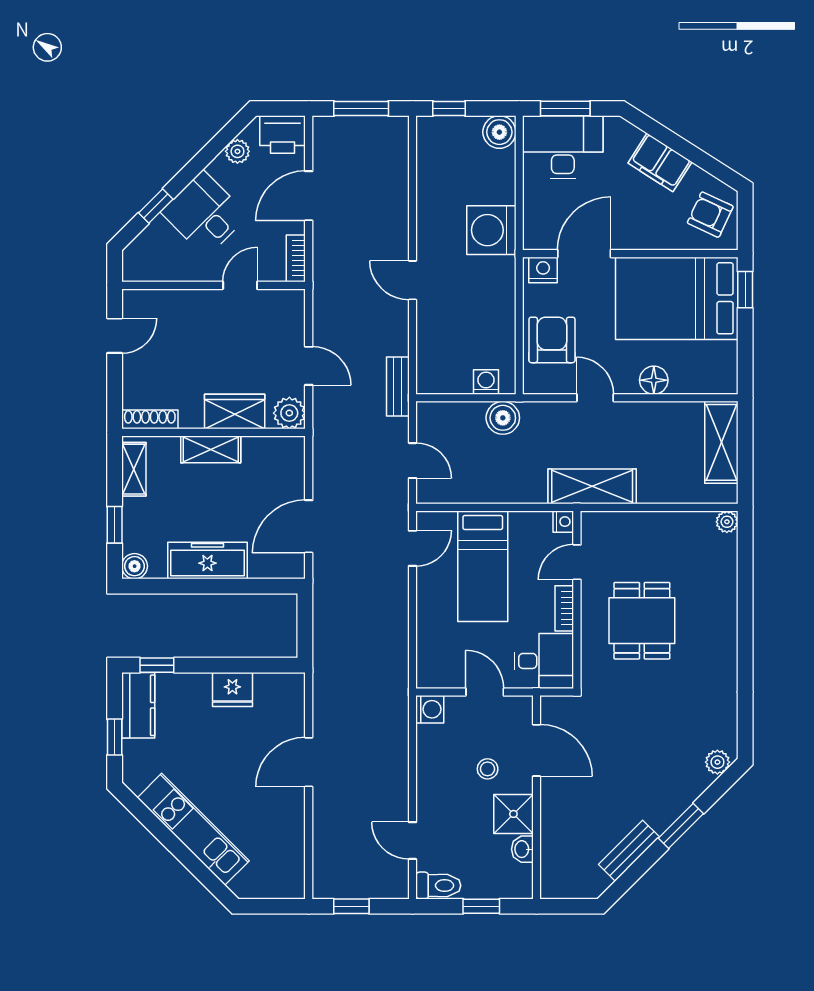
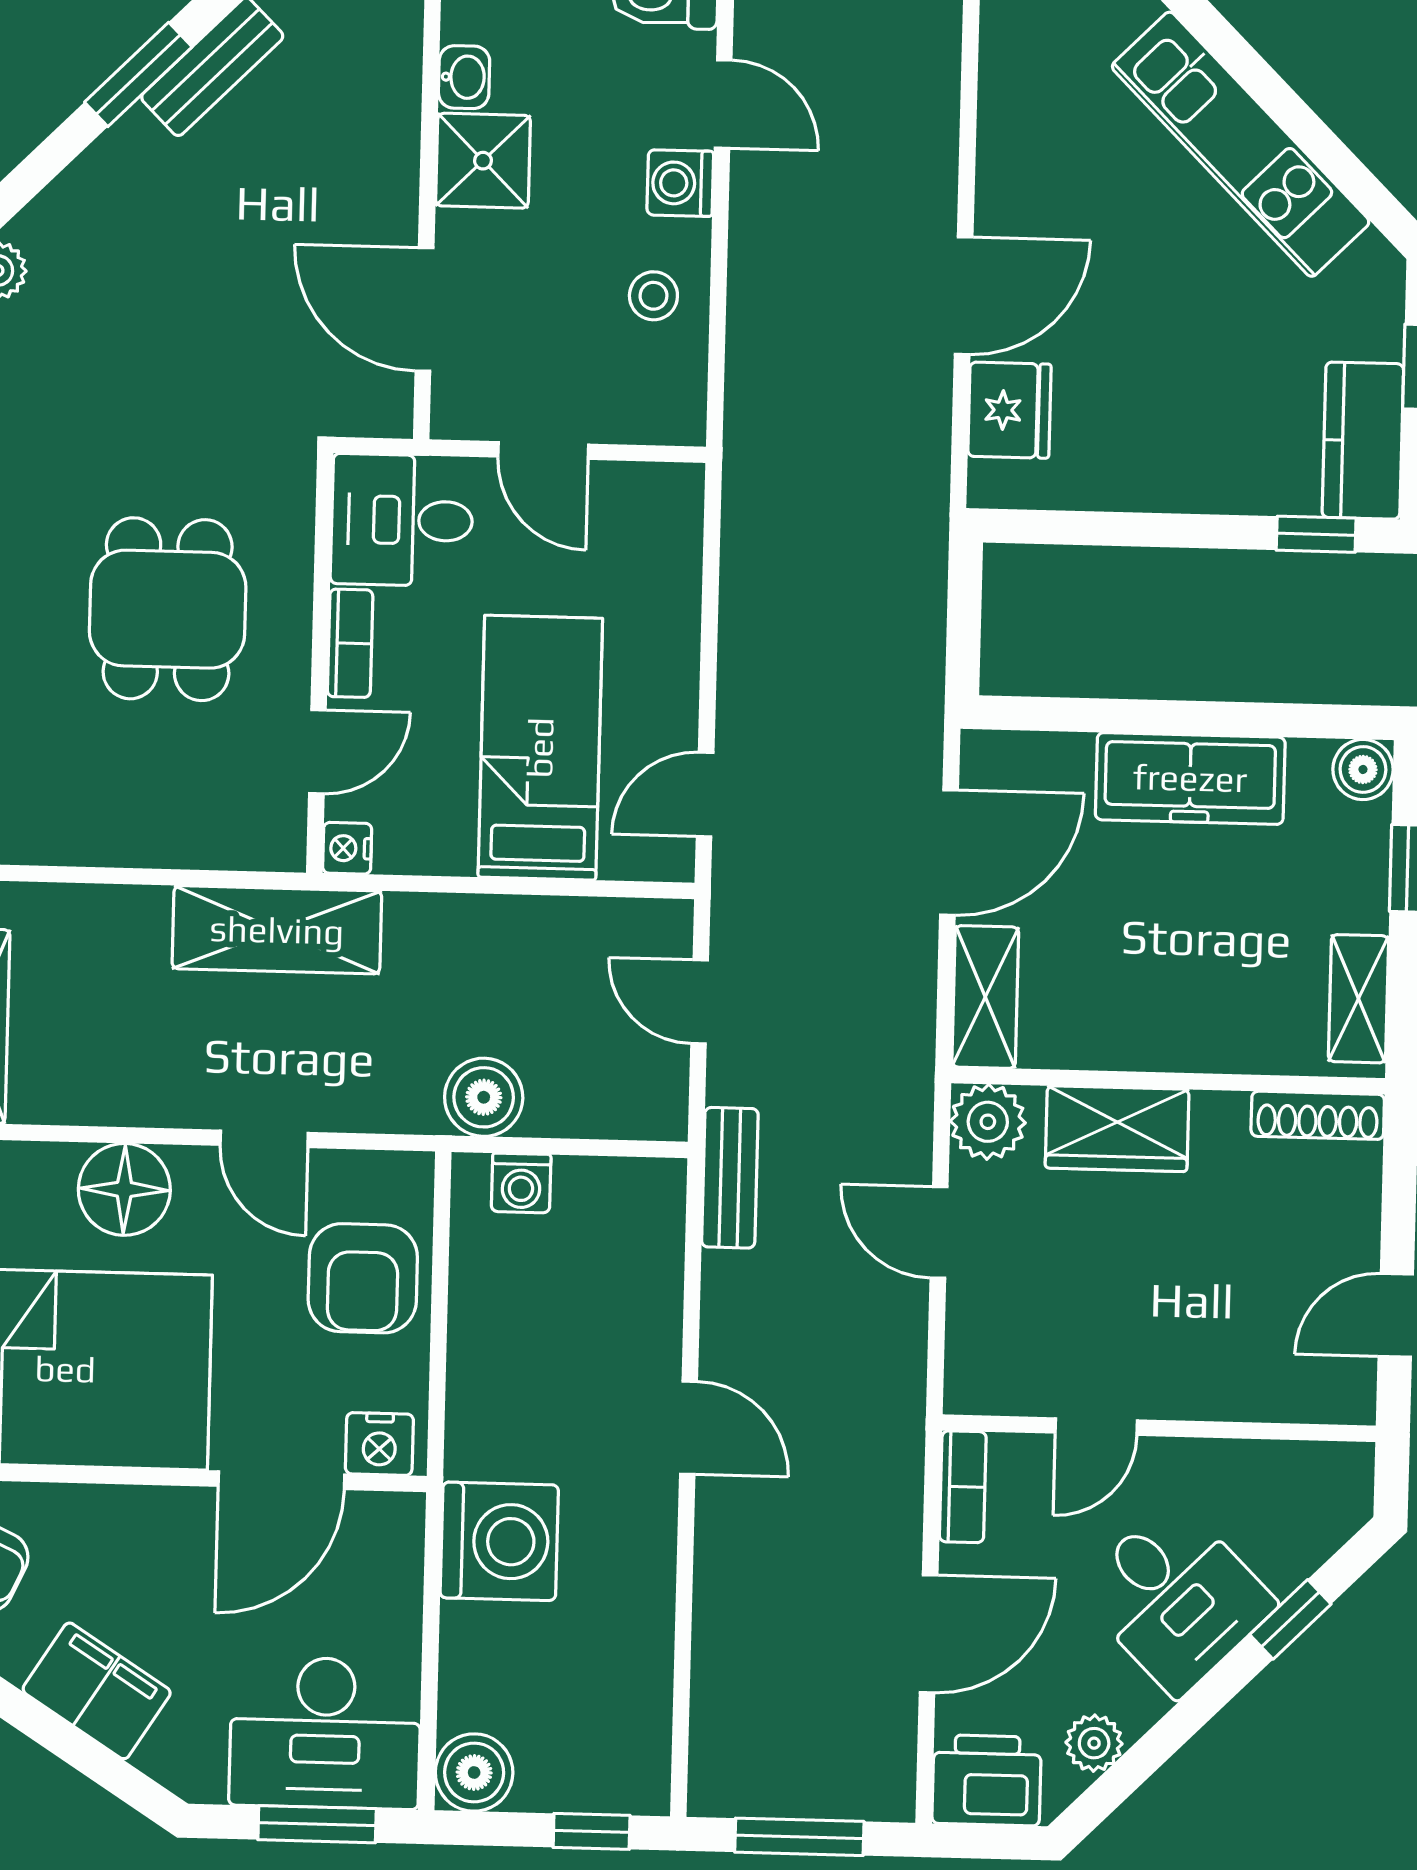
floor lamp: (654, 380) -> (124, 1189), width x1.38, depth x1.38
shelving: (211, 449) -> (985, 997), moved, turned 90
fridge: (232, 690) -> (1009, 410), moved, turned 90
washing machine: (430, 709) -> (680, 183), moved
stool: (488, 769) -> (653, 296), moved
window: (681, 826) -> (138, 74), moved

